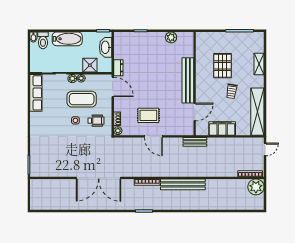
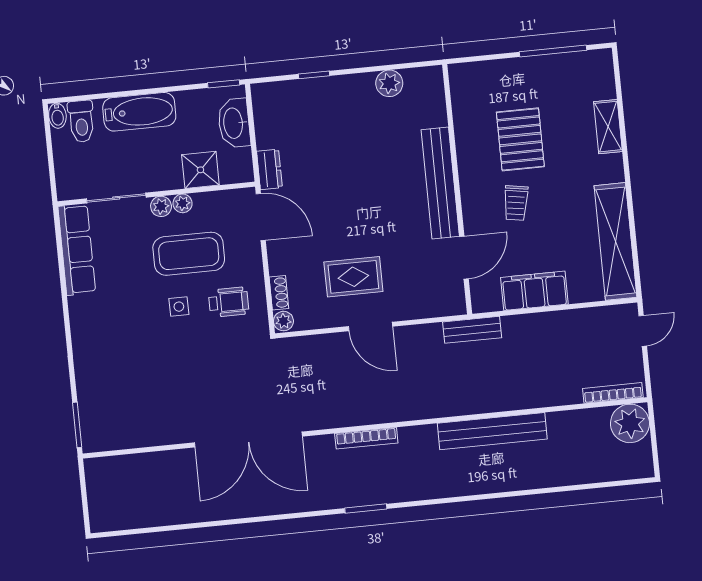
trolley: (232, 91) -> (516, 203), moved
bench: (183, 184) -> (492, 431), moved

